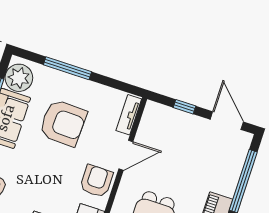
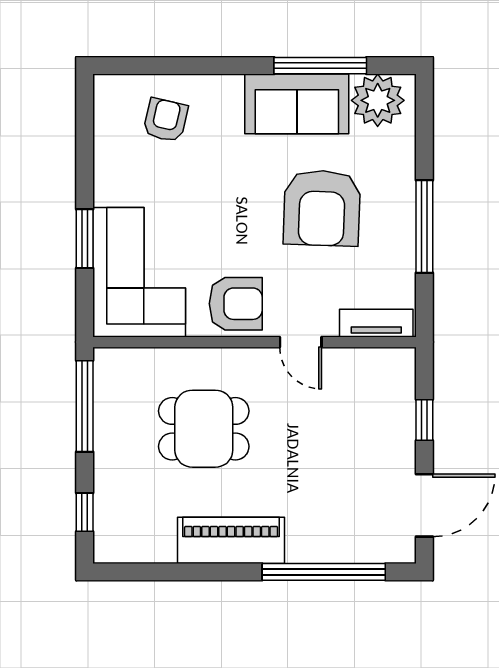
window: (67, 68) -> (424, 227), moved
door: (126, 155) -> (301, 342), width x0.73

